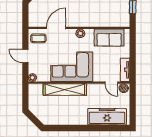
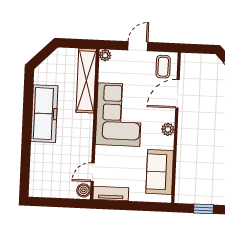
door: (56, 28) -> (177, 94), swing flipped
shelving: (65, 90) -> (86, 81), moved
freezer: (107, 117) -> (44, 114), moved

